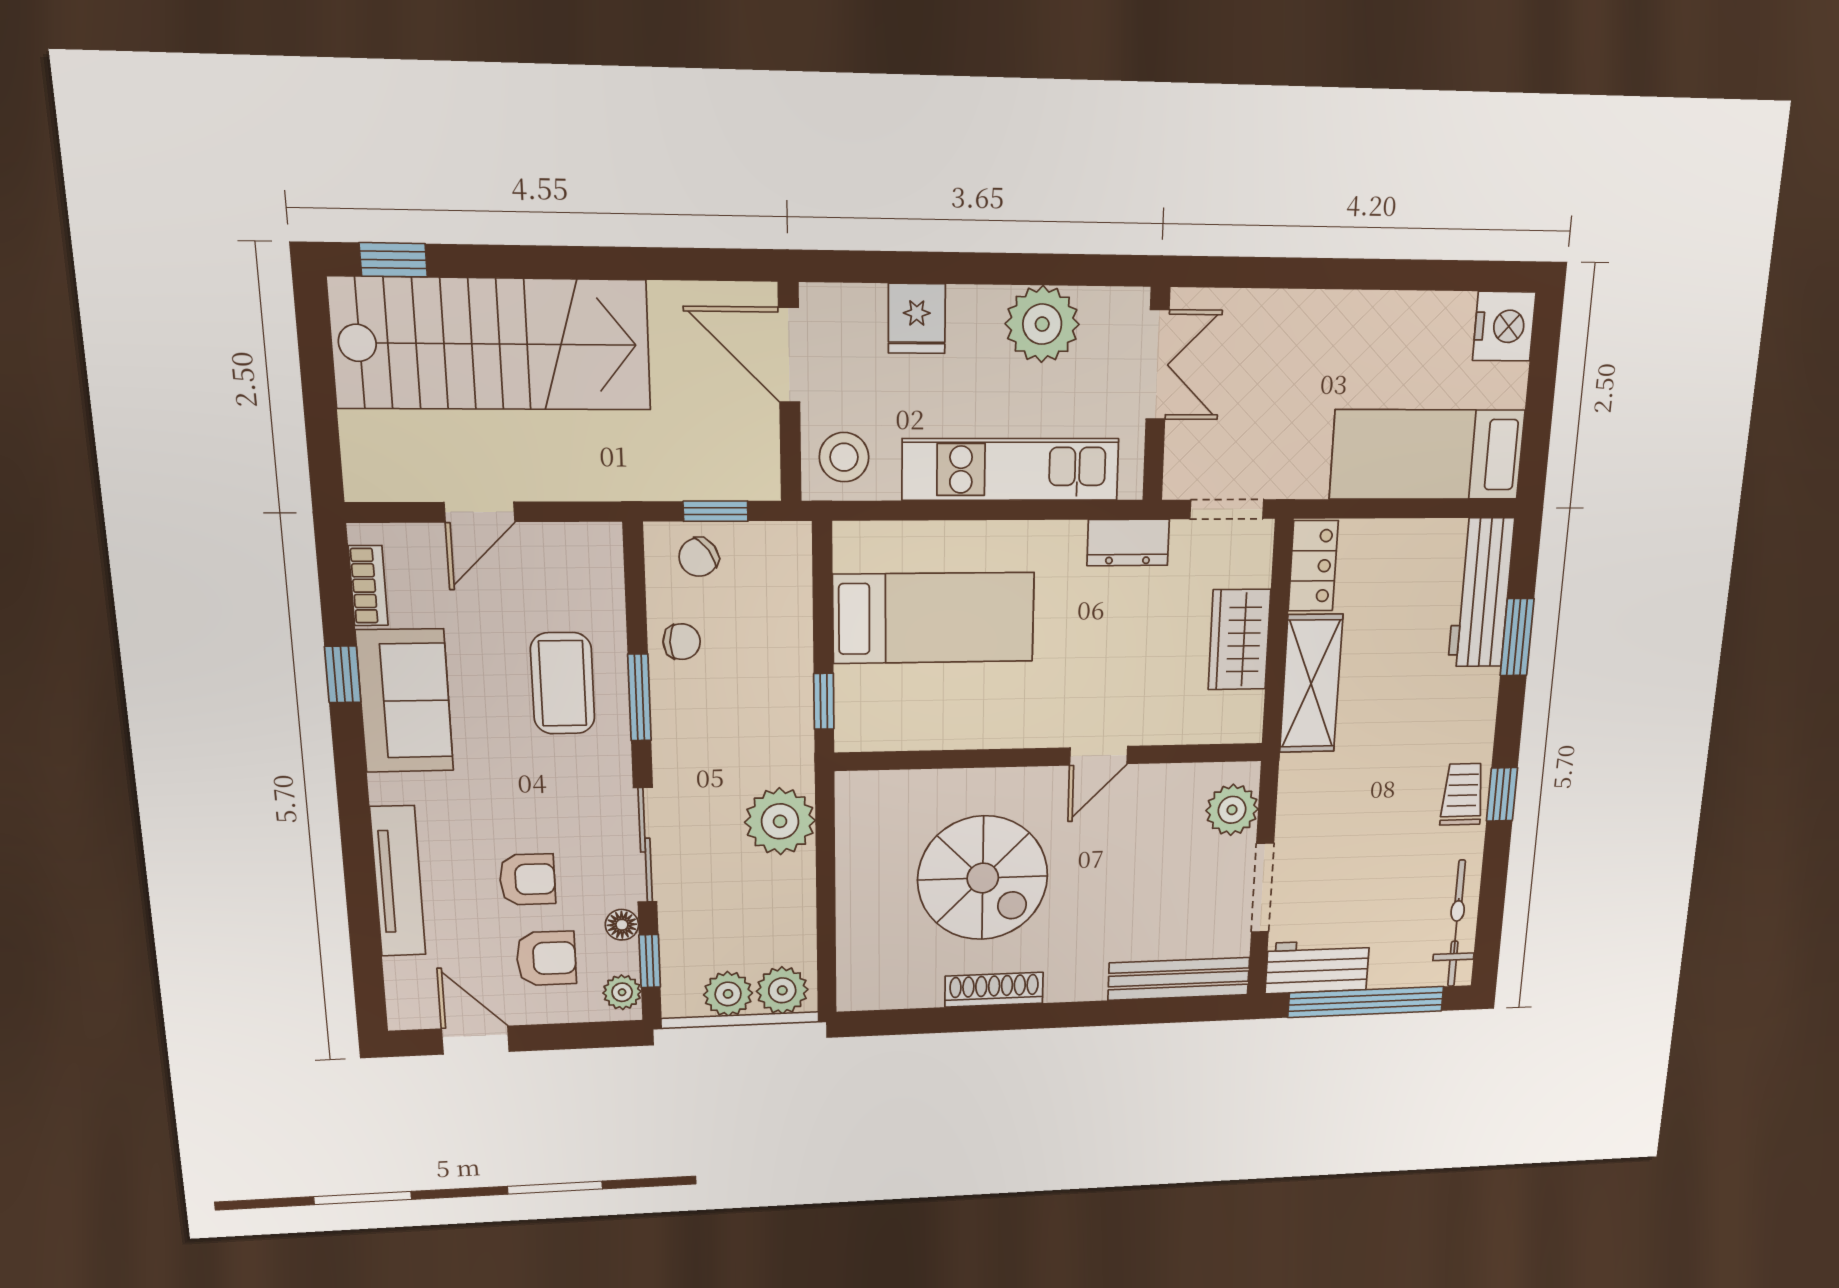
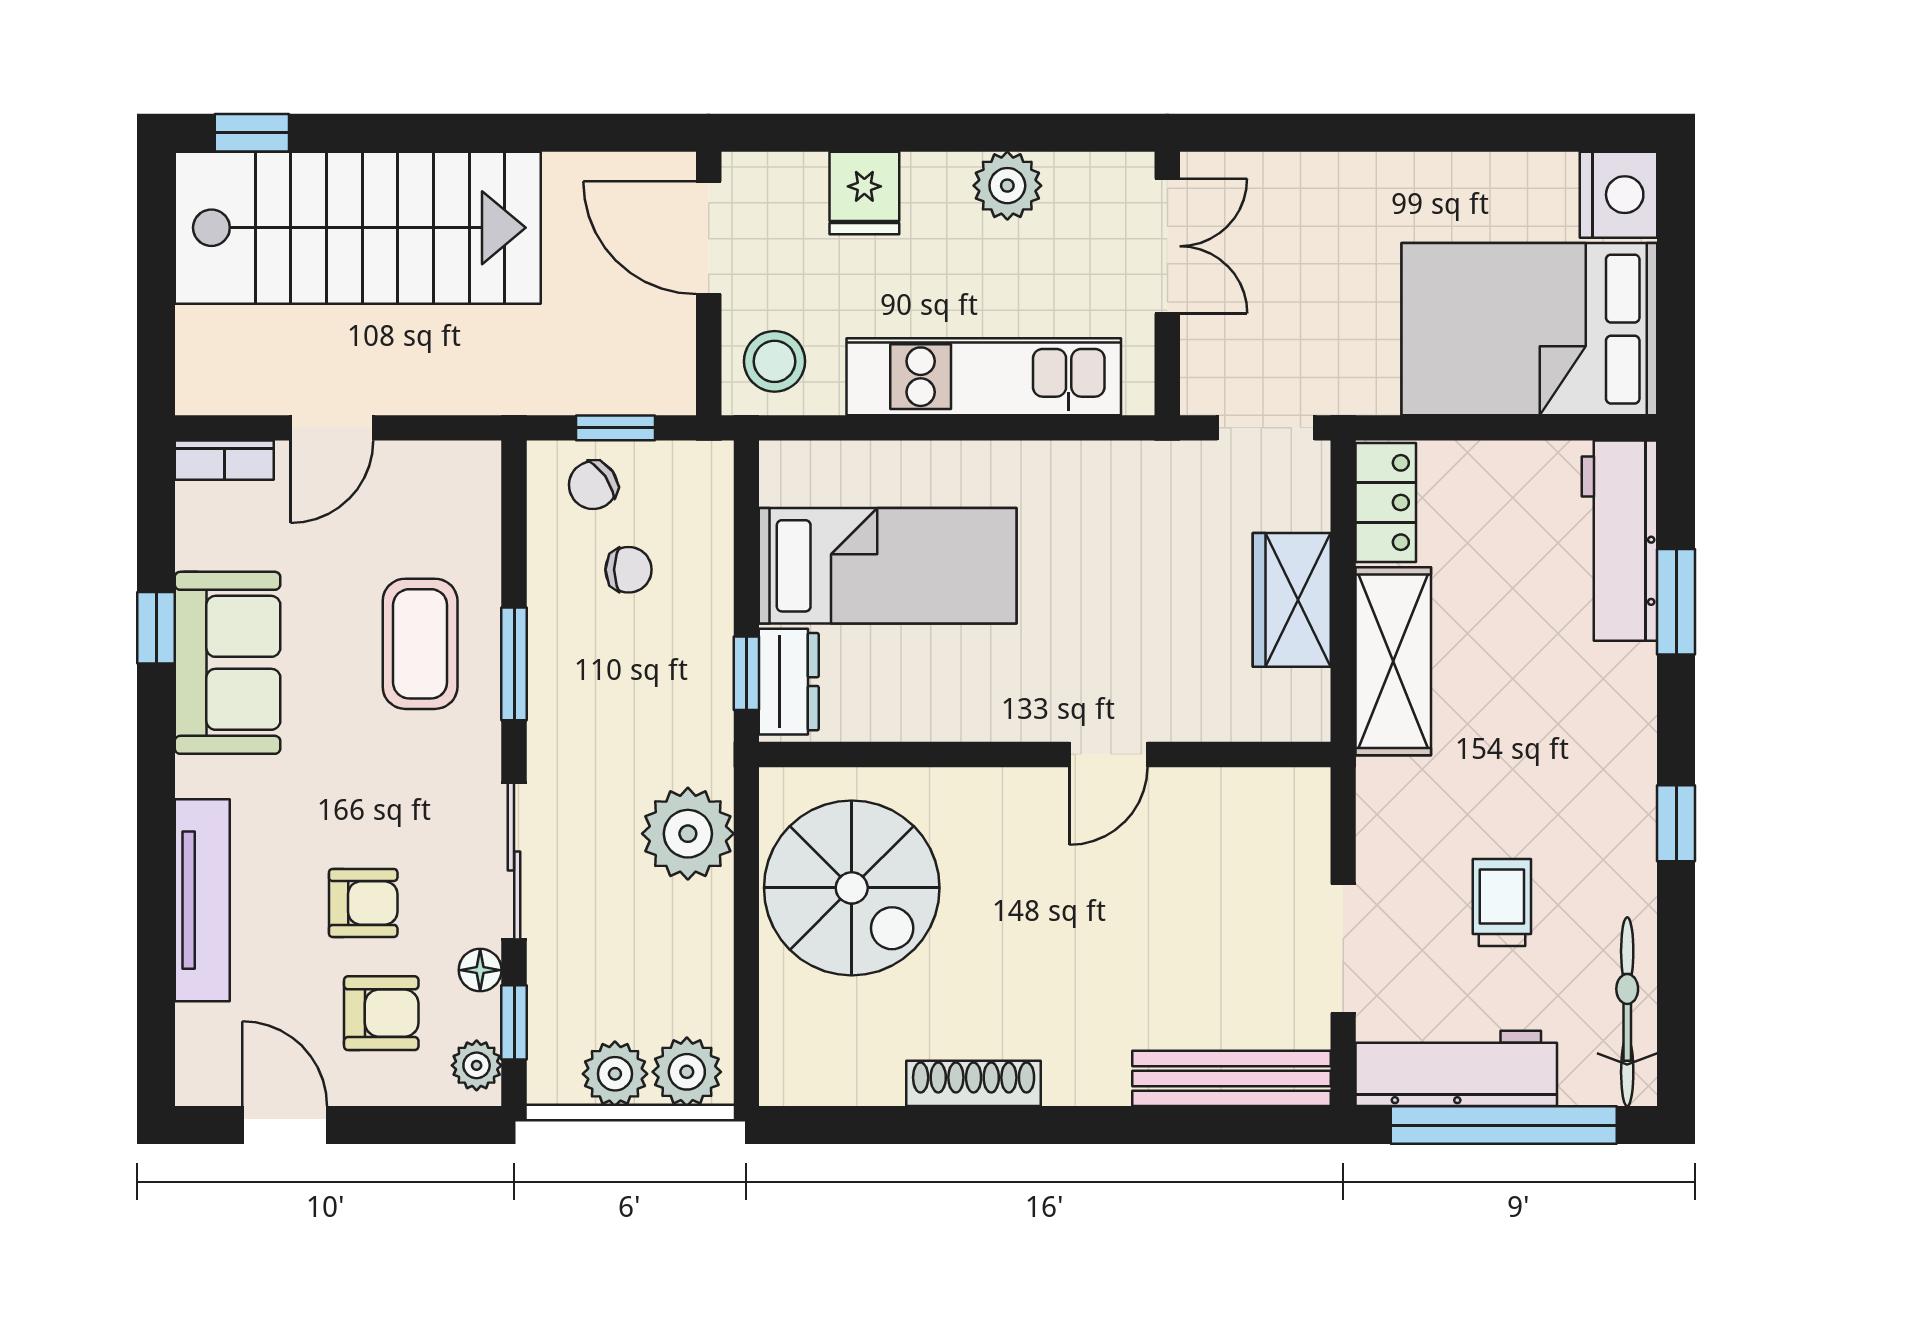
plant: (1042, 324) -> (1007, 186), width x0.73, depth x0.73
bed: (1427, 455) -> (1529, 329), width x1.50
dresser: (1128, 543) -> (789, 682), moved, turned -90
bookcase: (368, 586) -> (224, 460), moved, turned 90
chair: (682, 642) -> (629, 570), moved
trolley: (1462, 794) -> (1502, 903), moved
plant: (1232, 810) -> (1294, 835), removed
spiral stairs: (983, 878) -> (852, 888), moved
workbench: (1317, 967) -> (1456, 1068), width x1.38

